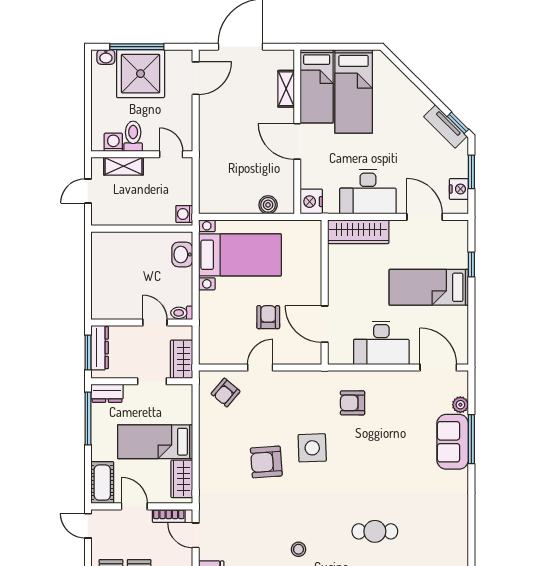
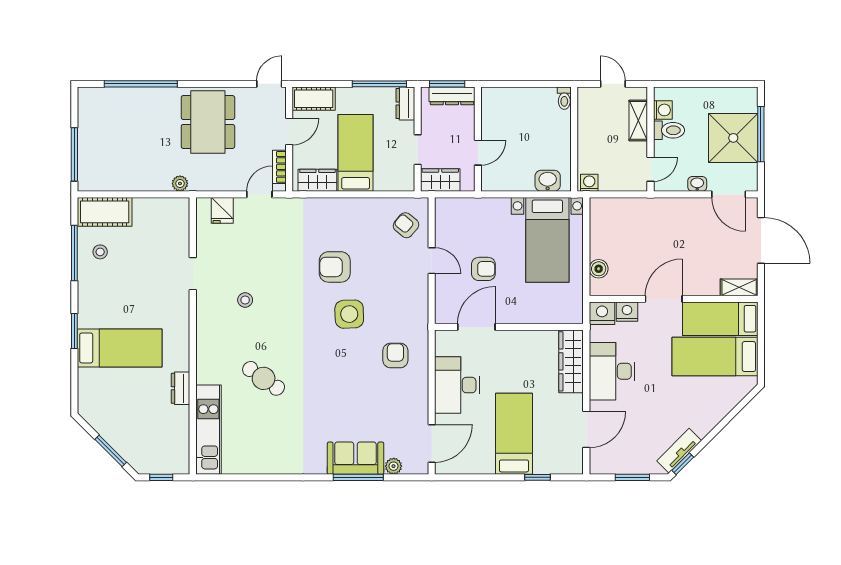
washbasin: (106, 57) -> (697, 184), moved, turned 90
shelving: (286, 89) -> (739, 287), moved
nightstand: (459, 189) -> (627, 312), moved, turned 180
toilet: (182, 313) -> (564, 98), moved, turned 180
armchair: (266, 462) -> (335, 267), turned -86
cafe table: (375, 531) -> (264, 378), turned -55

